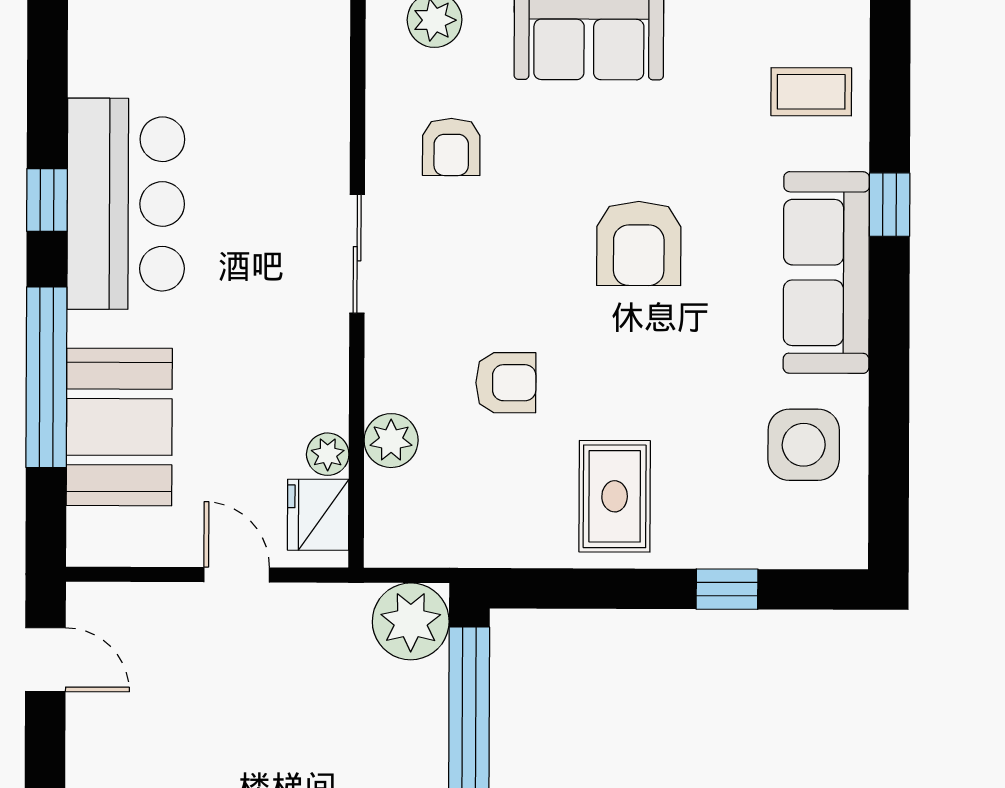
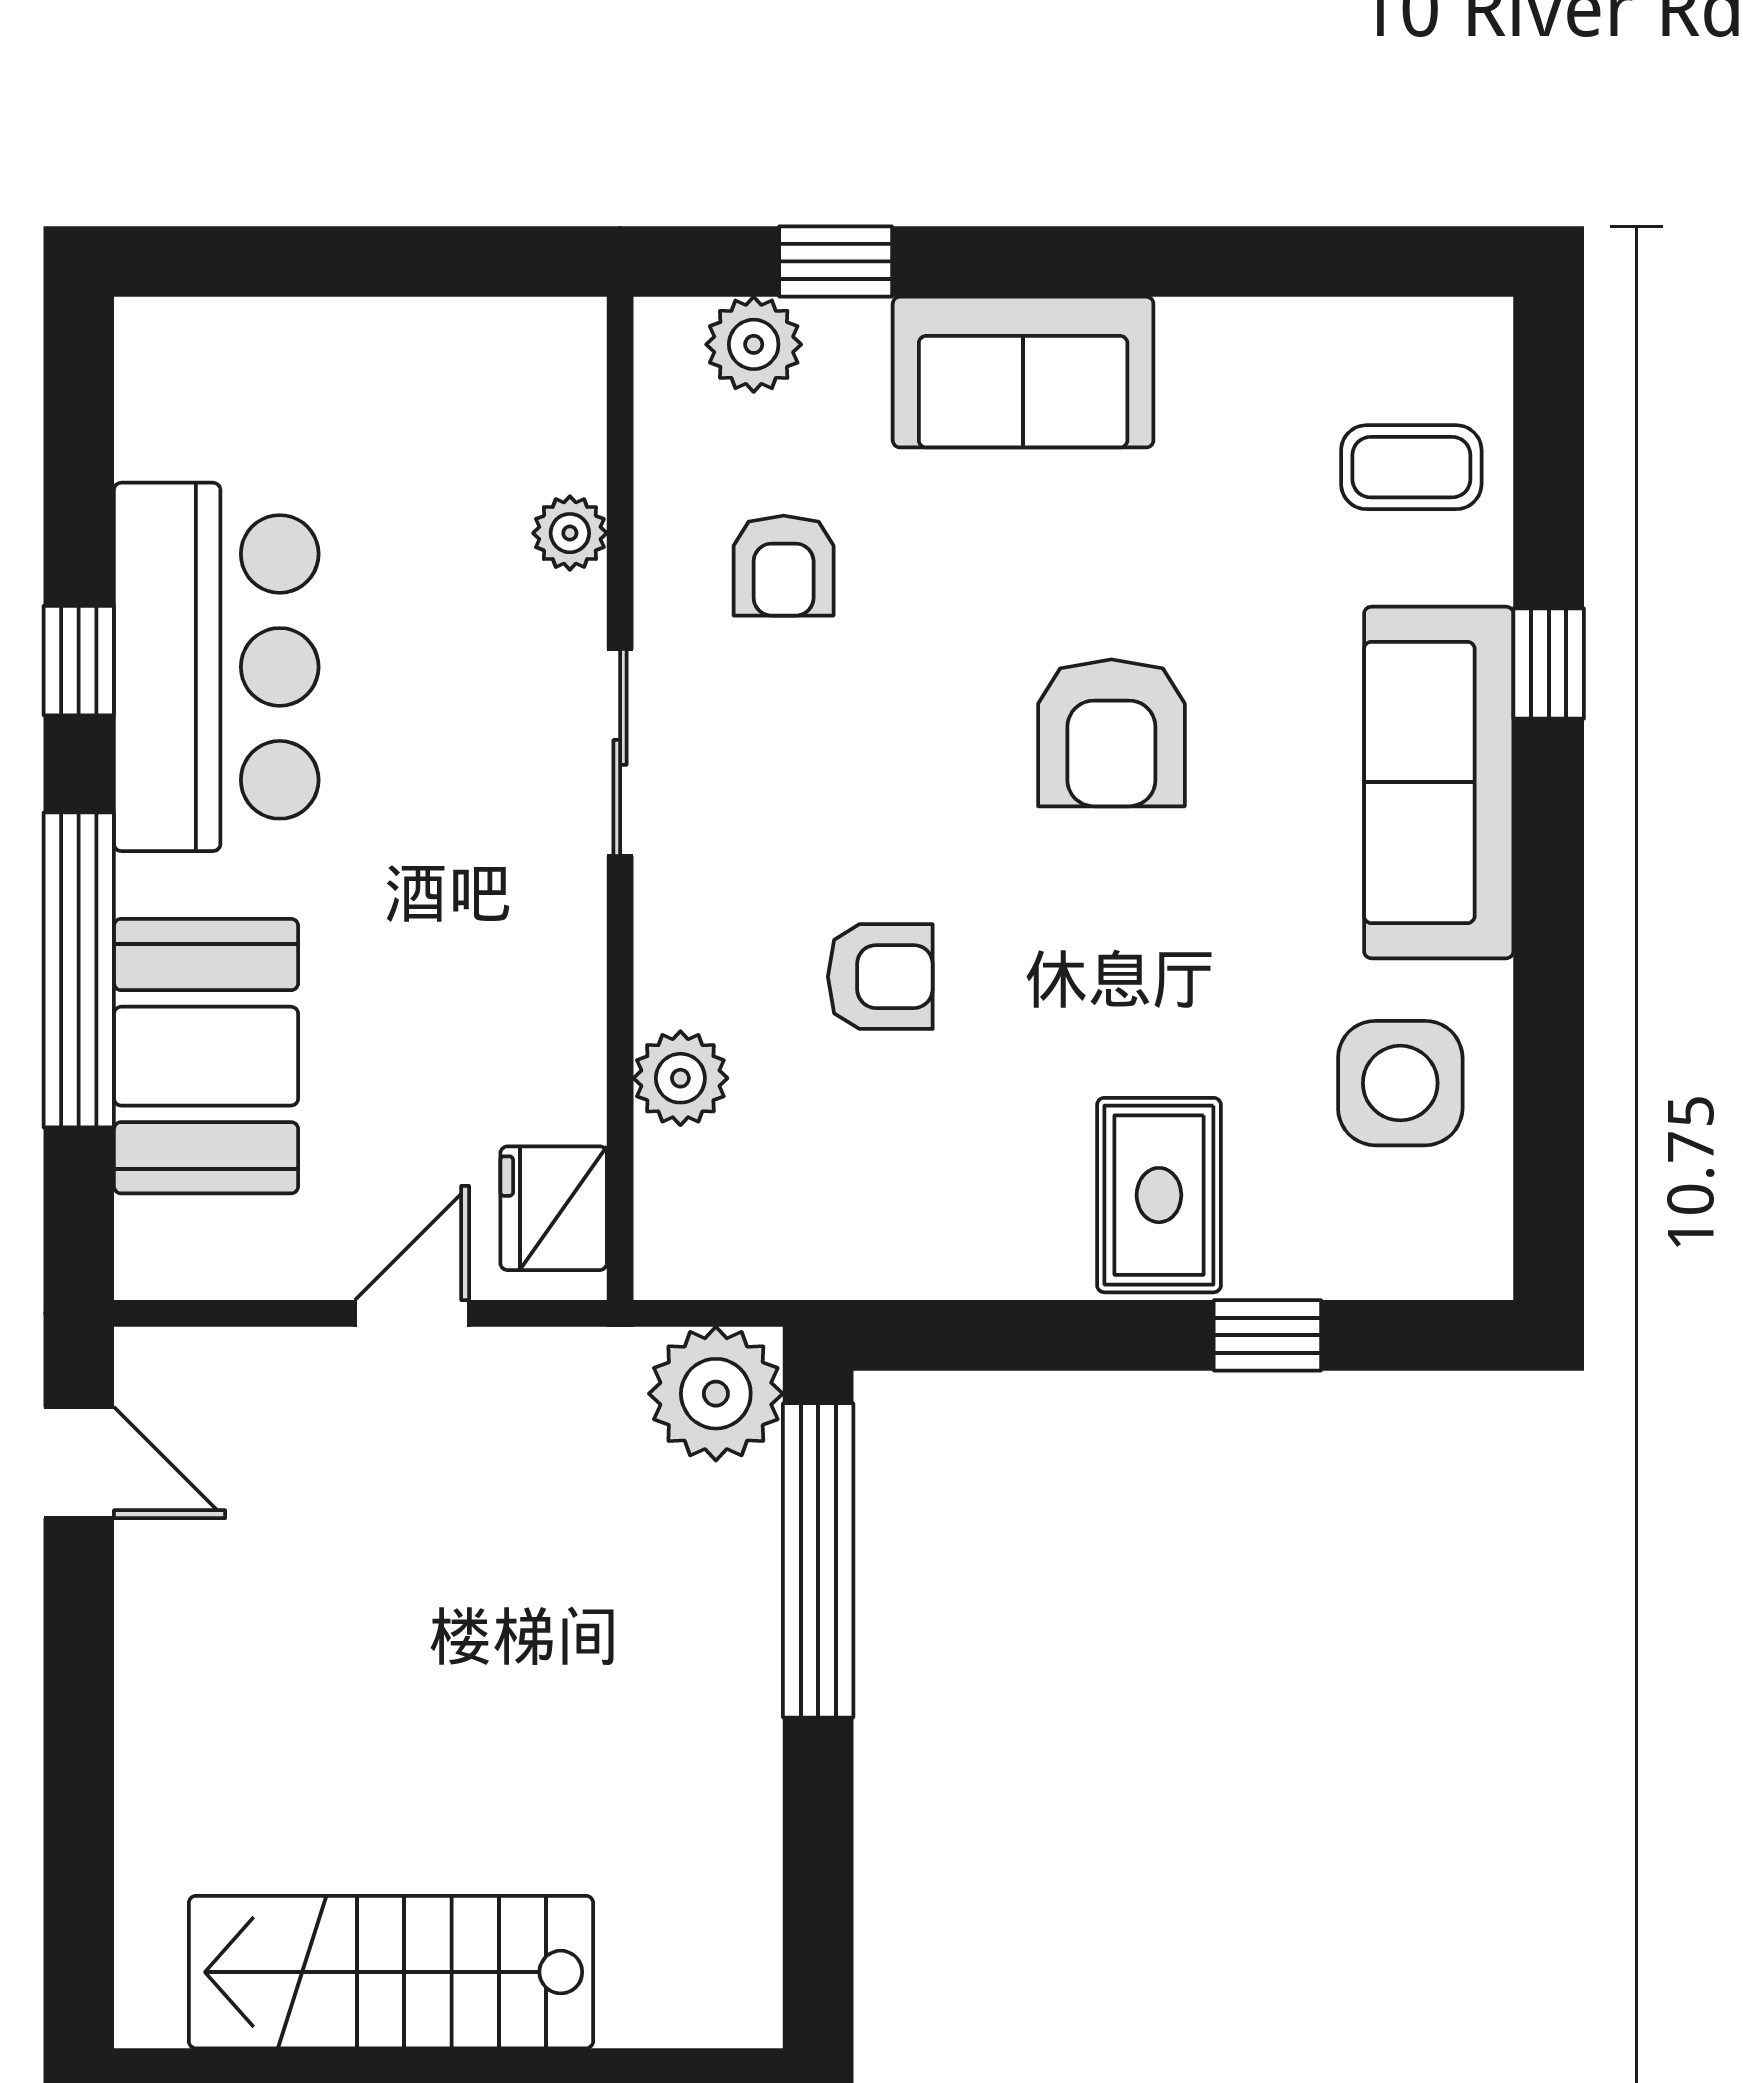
plant: (328, 454) -> (570, 533), moved
rug: (615, 496) -> (1159, 1195), moved
door: (237, 575) -> (412, 1313), hinge flipped

